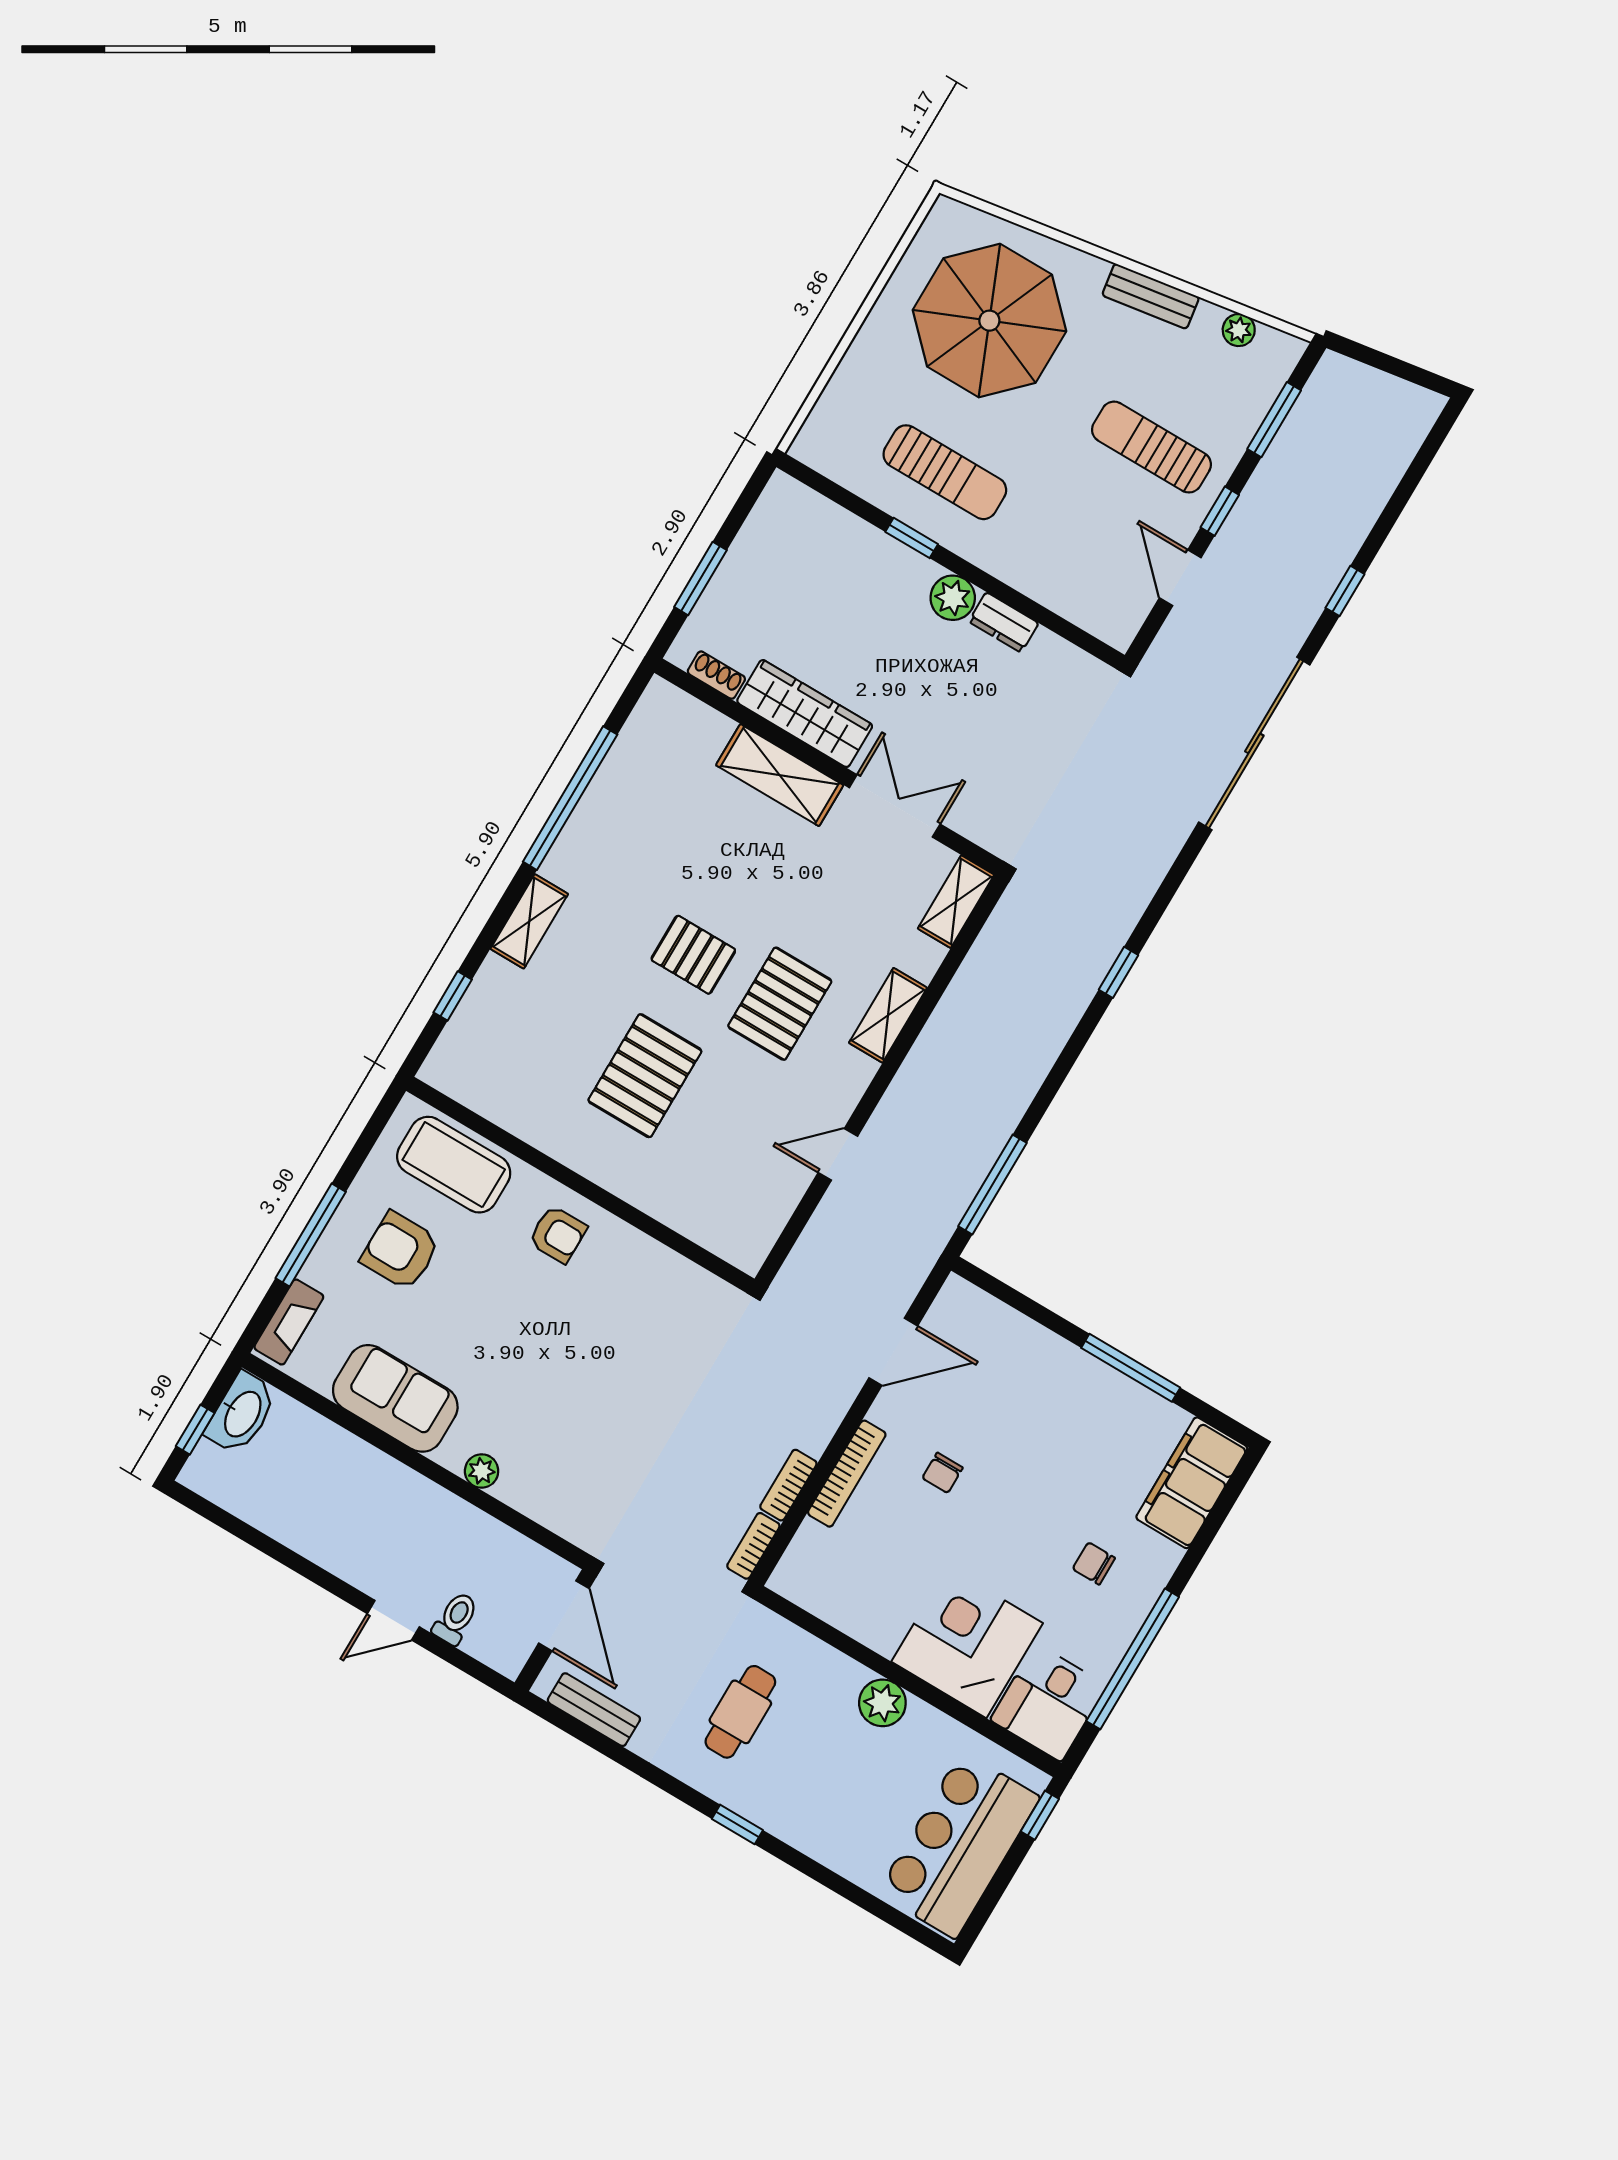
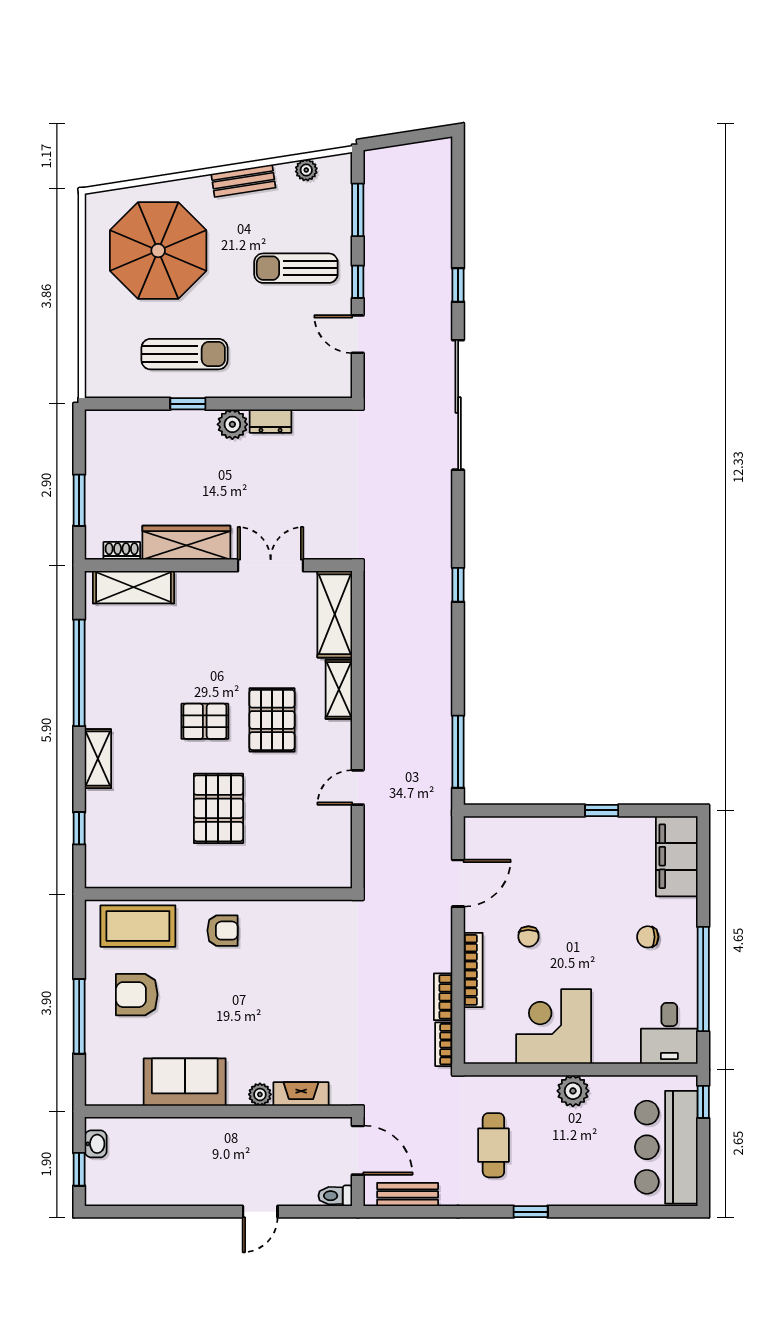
shelving: (780, 775) -> (133, 587), moved
shelving: (956, 902) -> (335, 614), width x1.50, depth x1.33
fireplace: (289, 1322) -> (301, 1094), moved, turned -90
window: (1131, 1368) -> (602, 810), width x0.46
washbasin: (242, 1413) -> (96, 1144), width x0.52, depth x0.69
toilet: (456, 1618) -> (335, 1196), moved, turned -90
corner desk: (967, 1642) -> (554, 1027), moved

